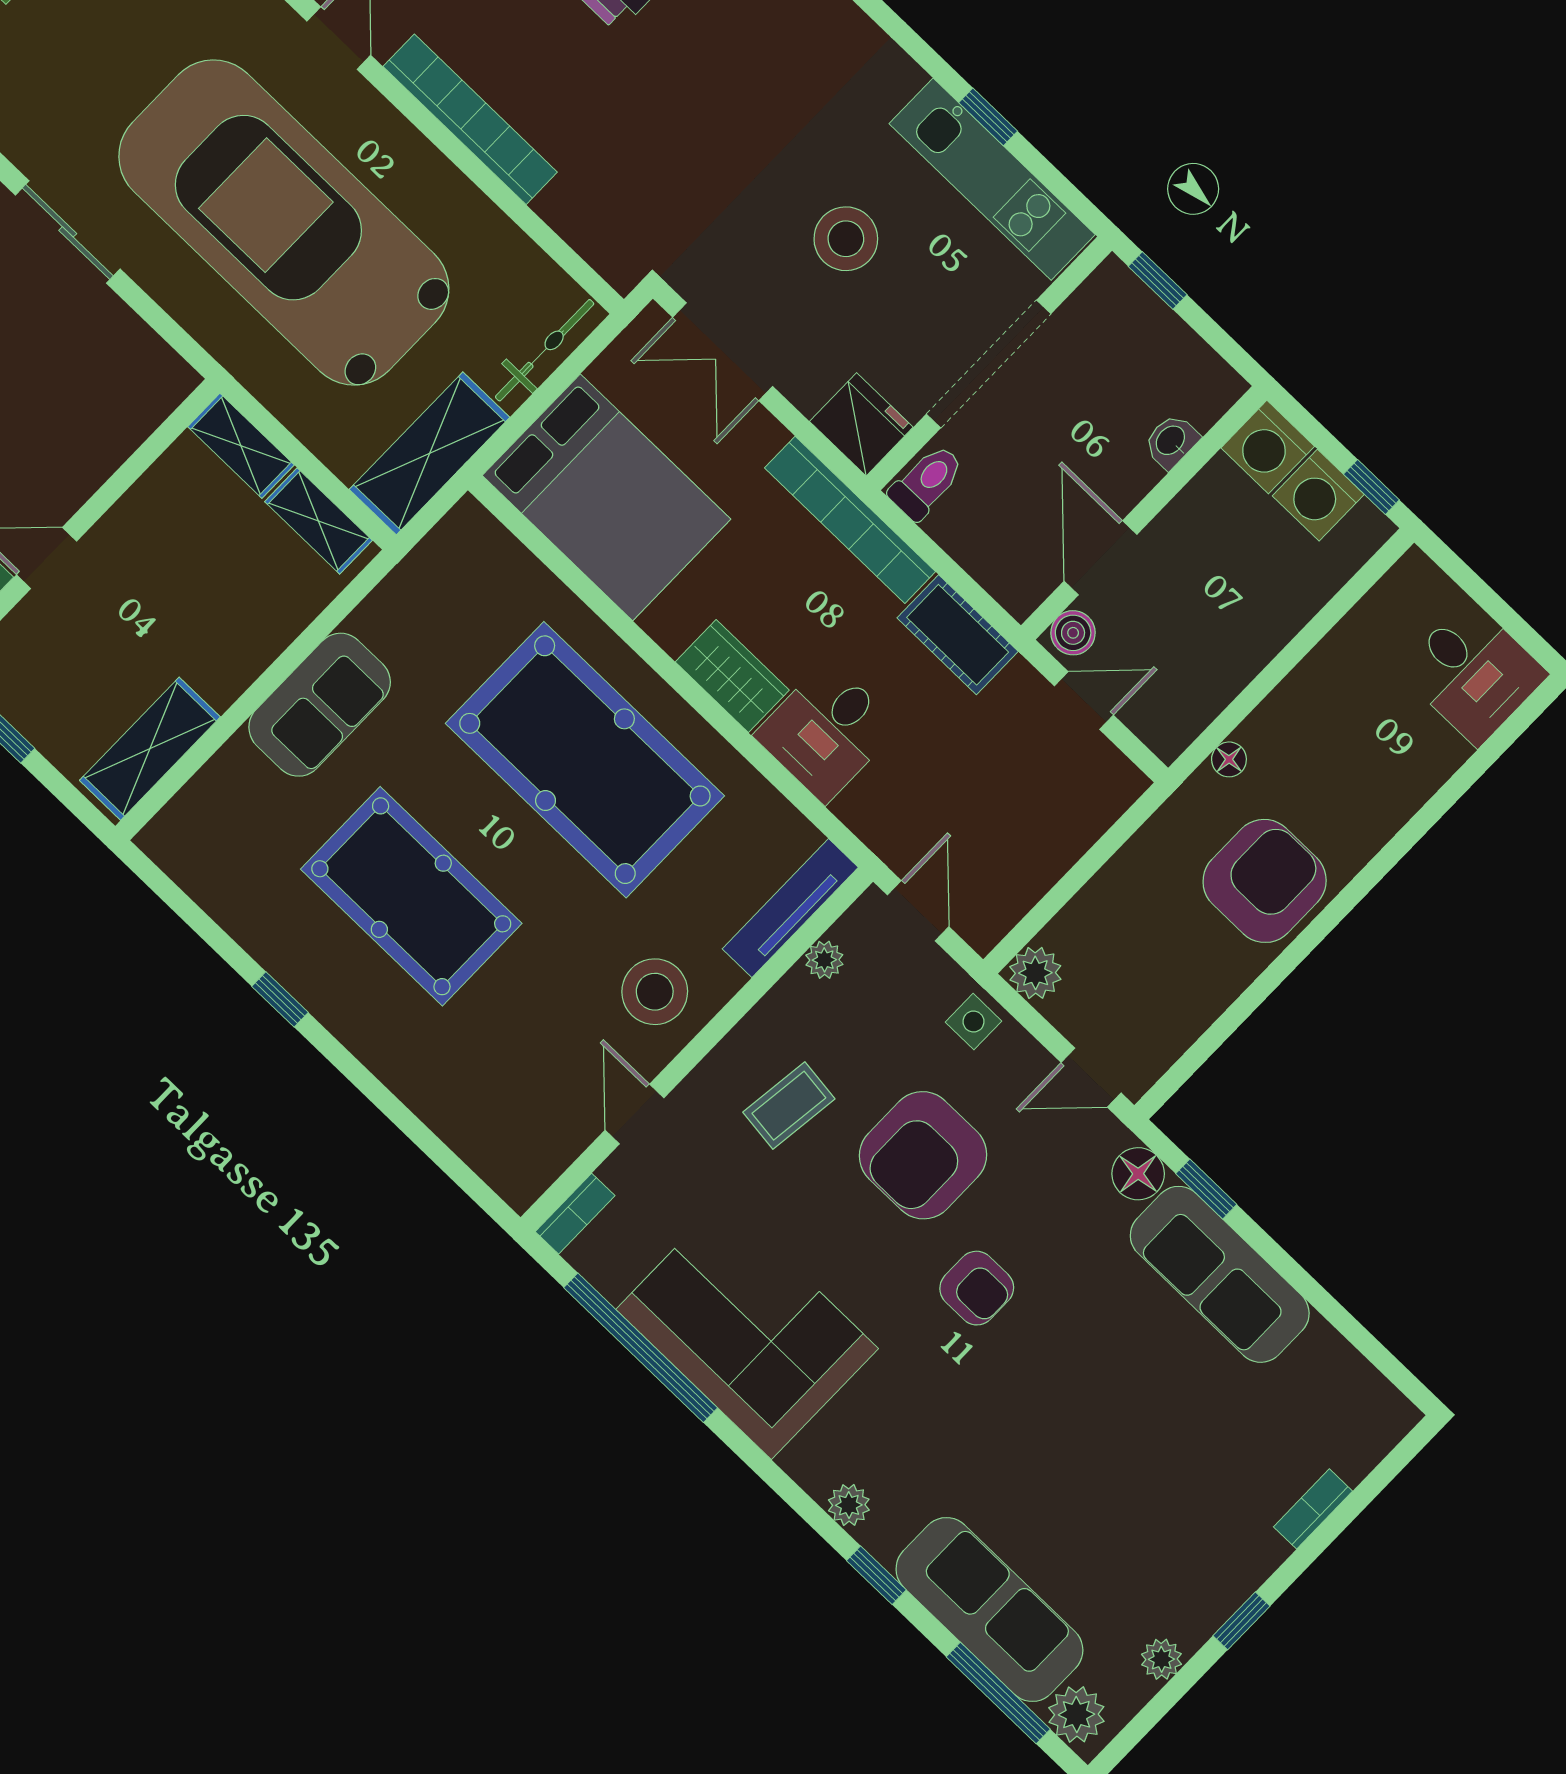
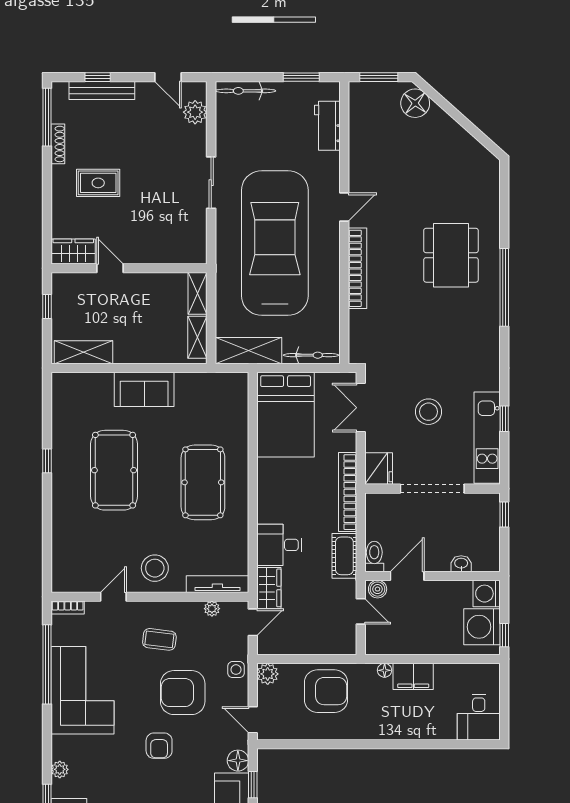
toilet: (927, 482) -> (374, 556), moved, turned -90
washing machine: (1318, 495) -> (482, 627), width x1.37, depth x1.37
wardrobe: (732, 676) -> (269, 588), moved
filing cabinet: (1289, 719) -> (413, 676), added
pool table: (585, 760) -> (203, 482), width x0.73, depth x0.76
armchair: (1265, 881) -> (326, 691), moved

